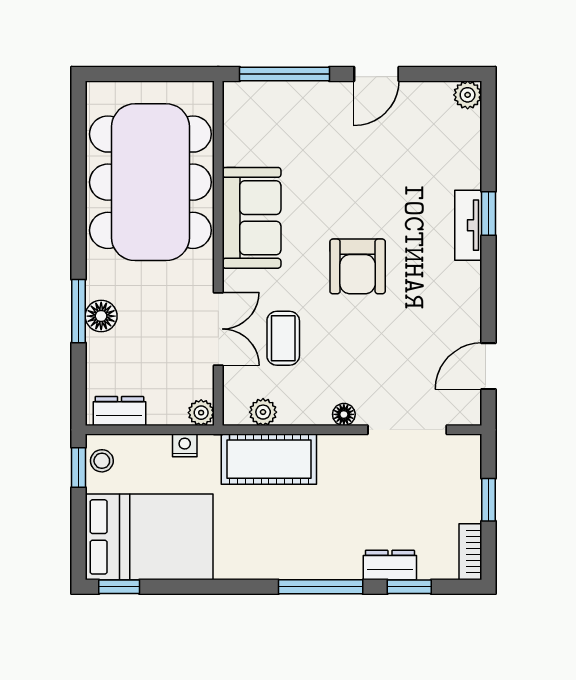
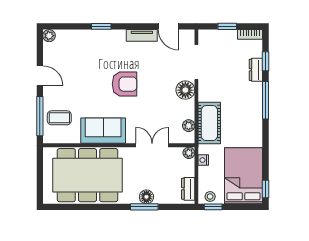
tv unit: (468, 225) -> (142, 35), moved
coffee table: (283, 338) -> (59, 118), moved
floor lamp: (344, 414) -> (185, 90), width x1.89, depth x1.89

